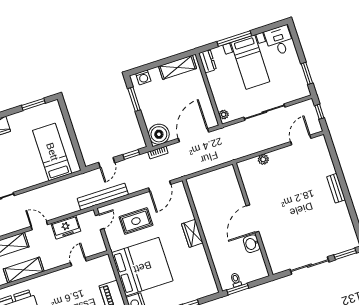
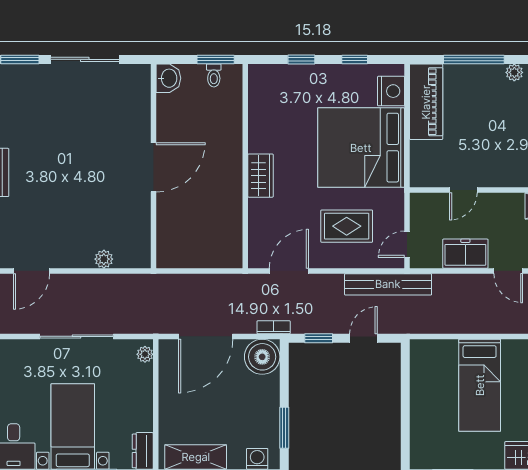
bed: (52, 152) -> (480, 385), moved
washbasin: (252, 244) -> (168, 78), moved

